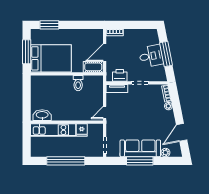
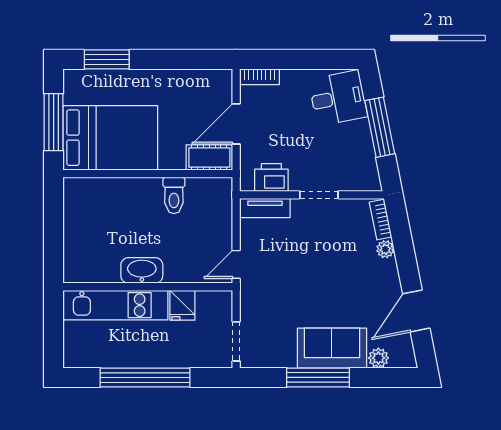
desk: (151, 56) -> (338, 98), moved
washbasin: (42, 115) -> (142, 270), moved
sofa: (140, 148) -> (332, 348), width x0.73

